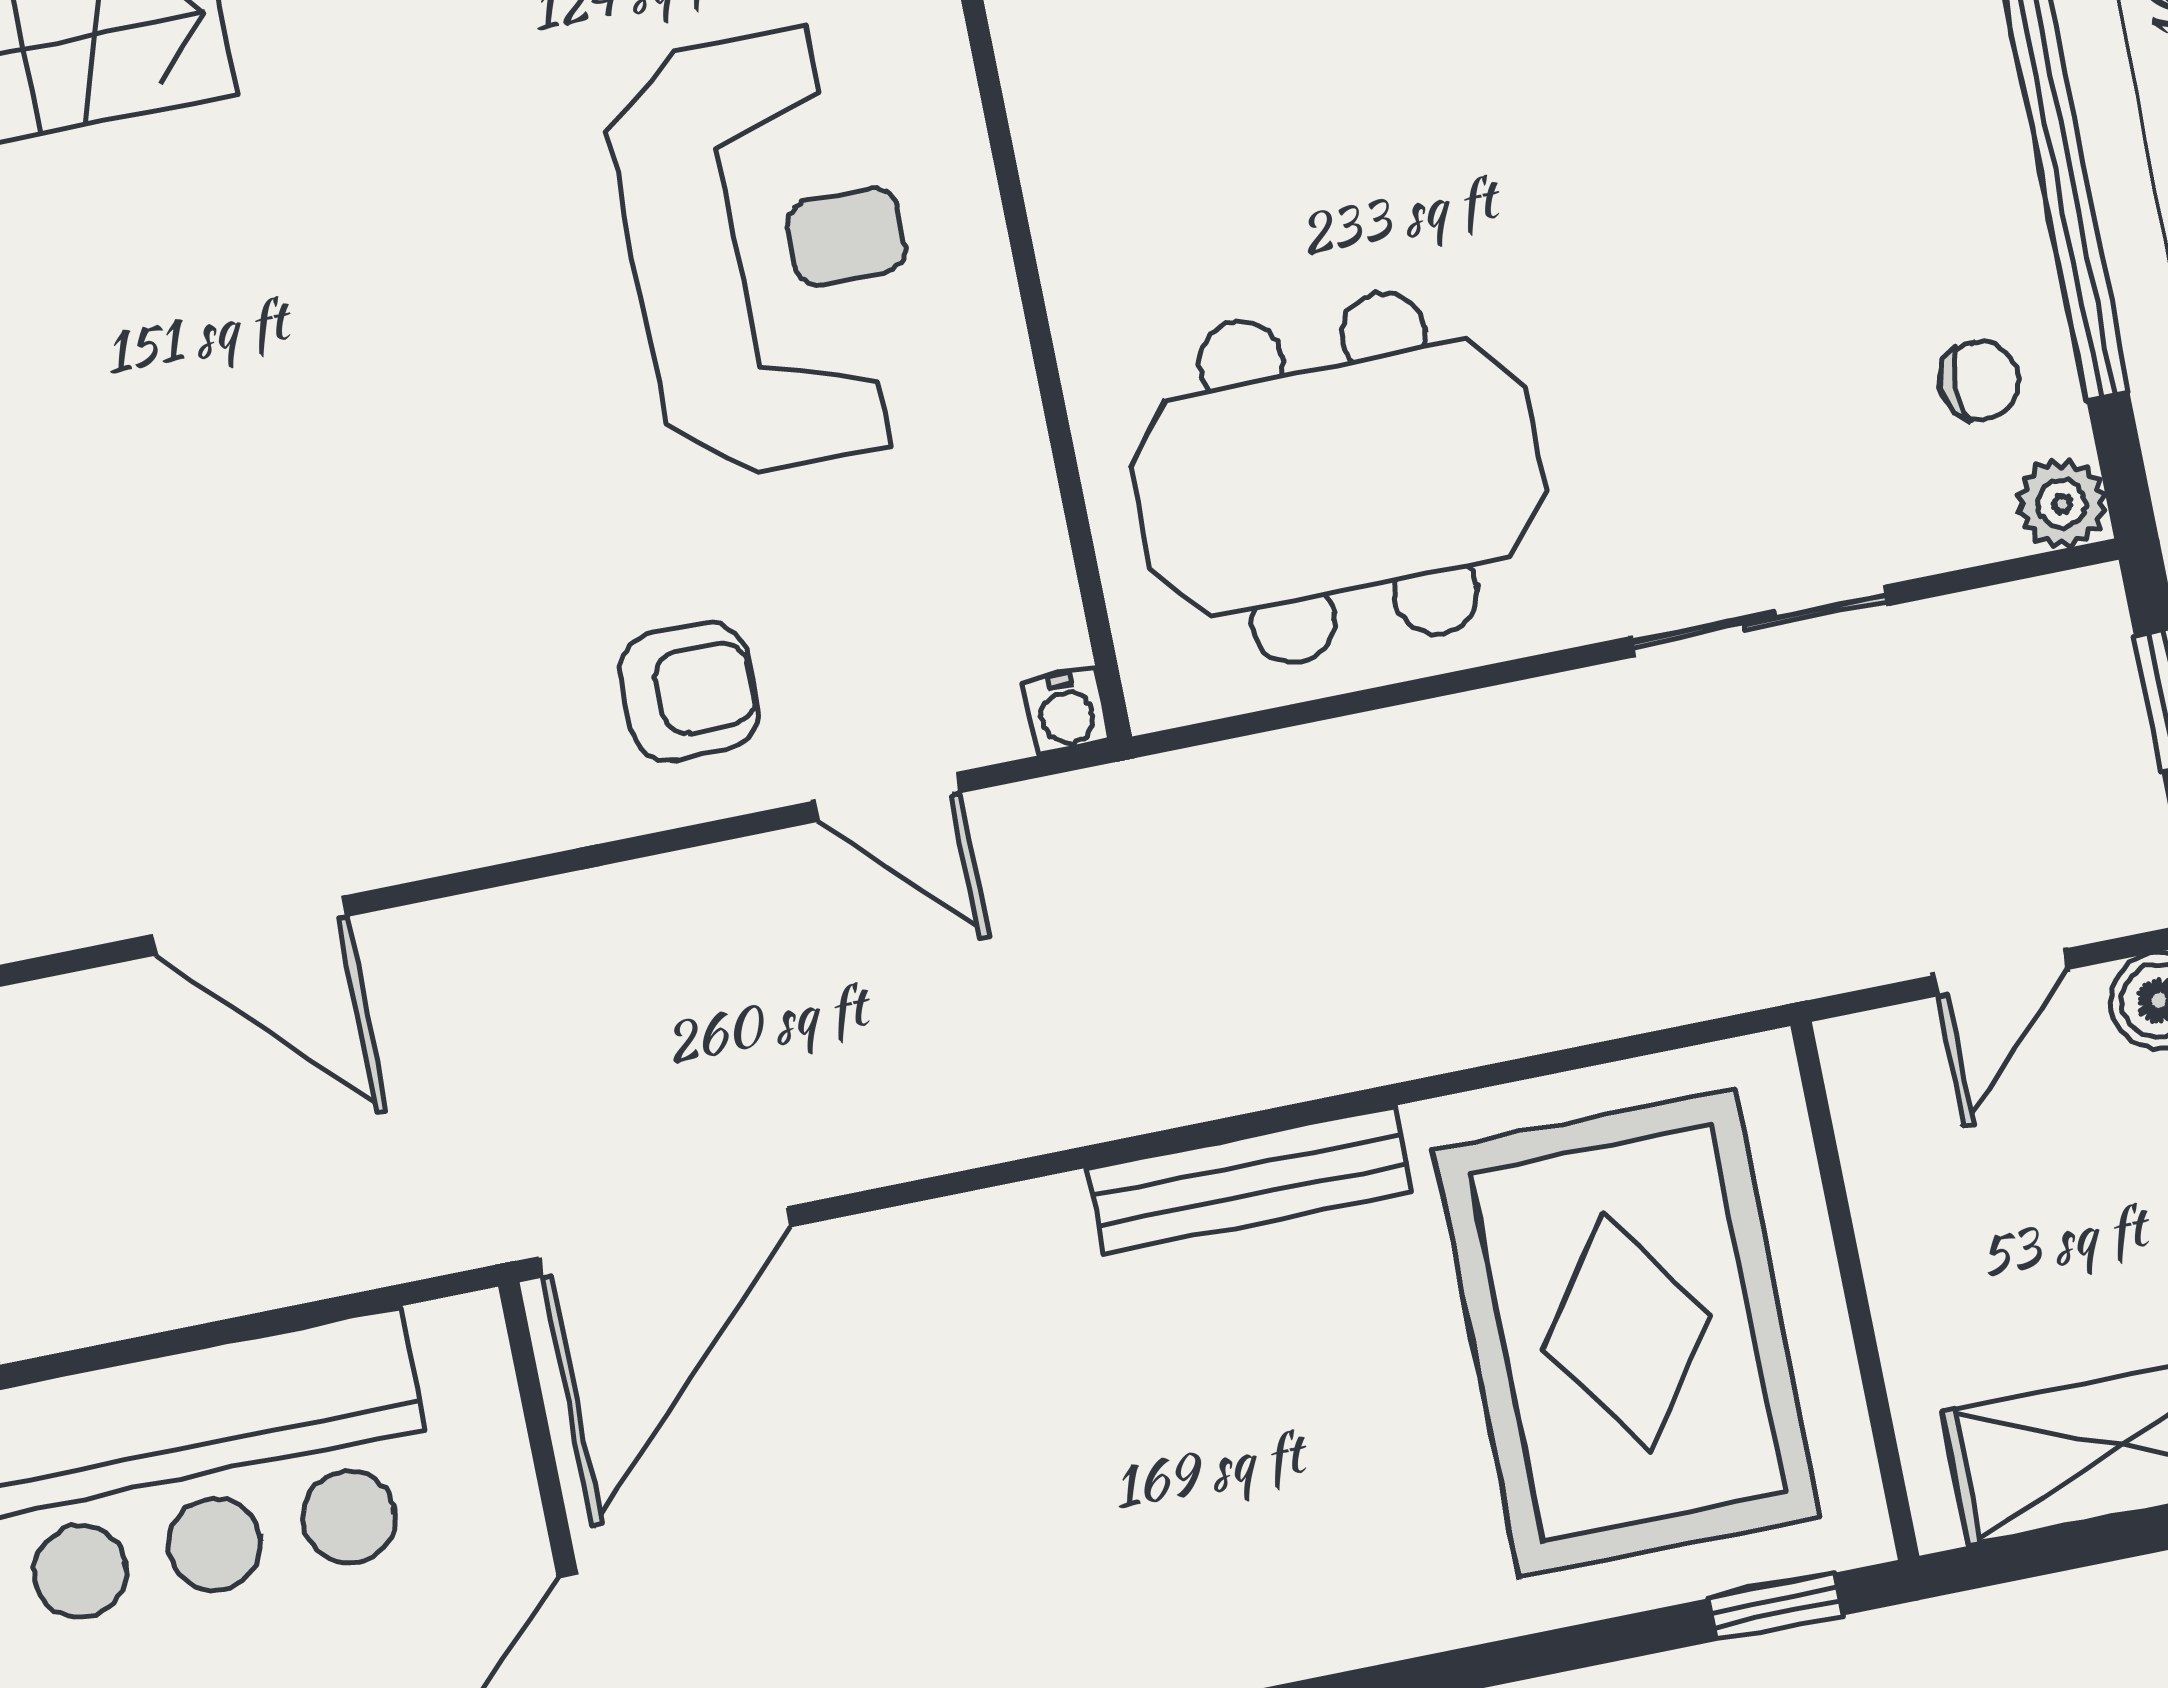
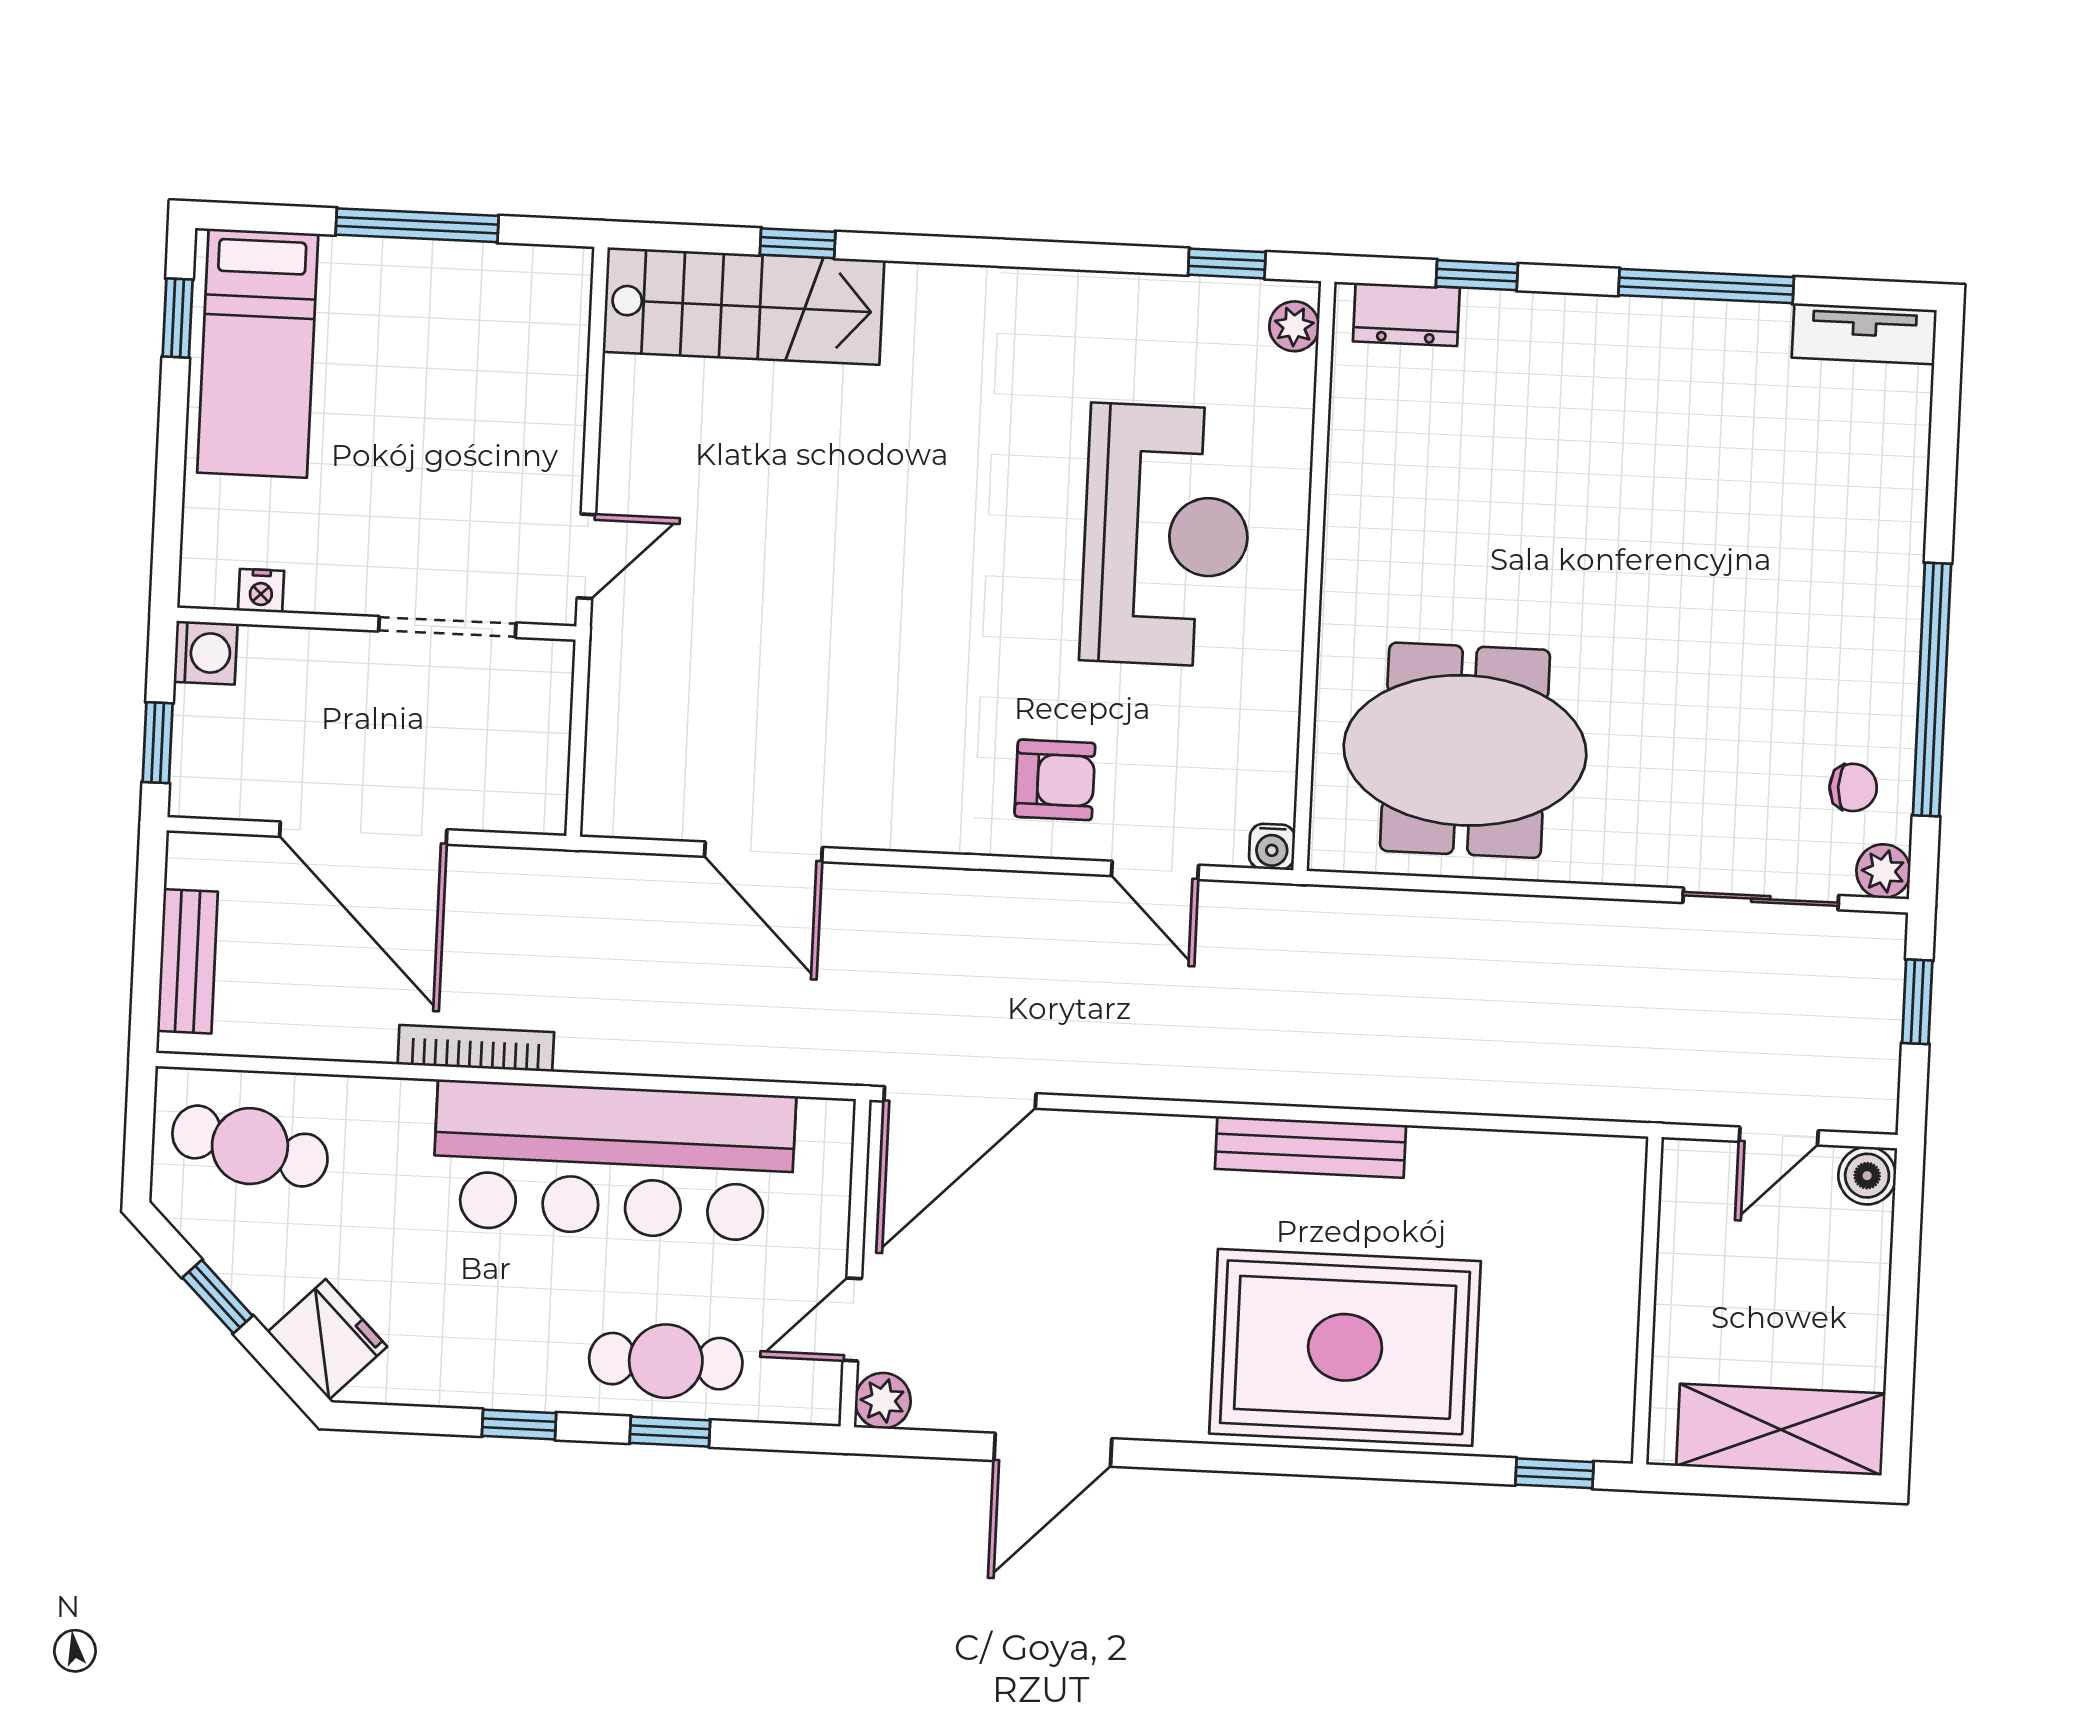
sliding door: (1760, 621) -> (1761, 899), moved
rug: (1627, 1333) -> (1345, 1347), moved, turned 90

